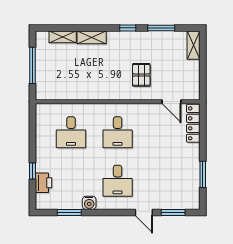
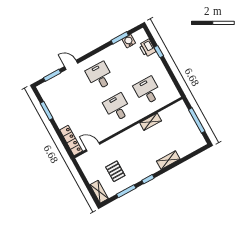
shelving: (63, 37) -> (151, 122), moved
pallet: (141, 75) -> (115, 171), moved
water cooler: (89, 203) -> (129, 41), moved

